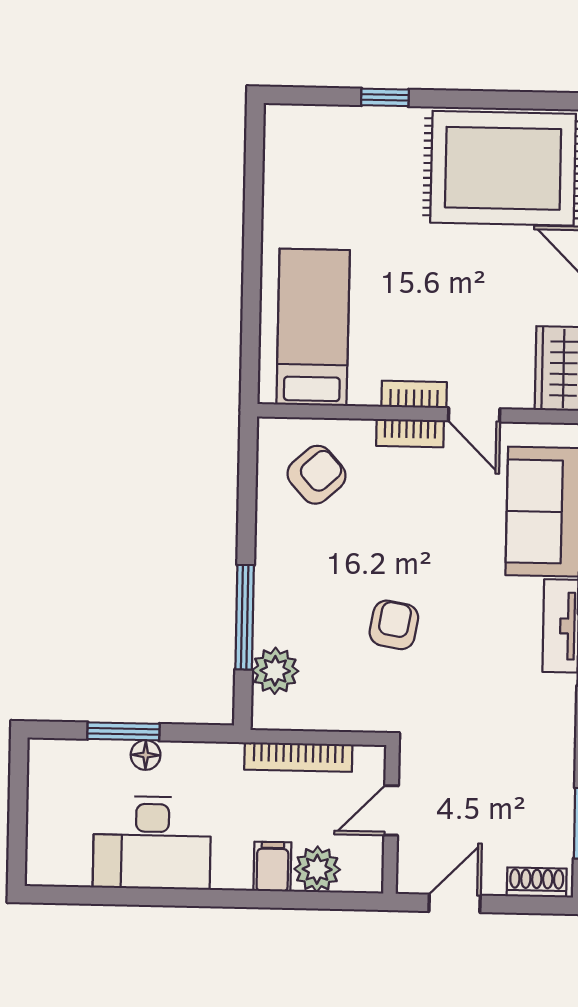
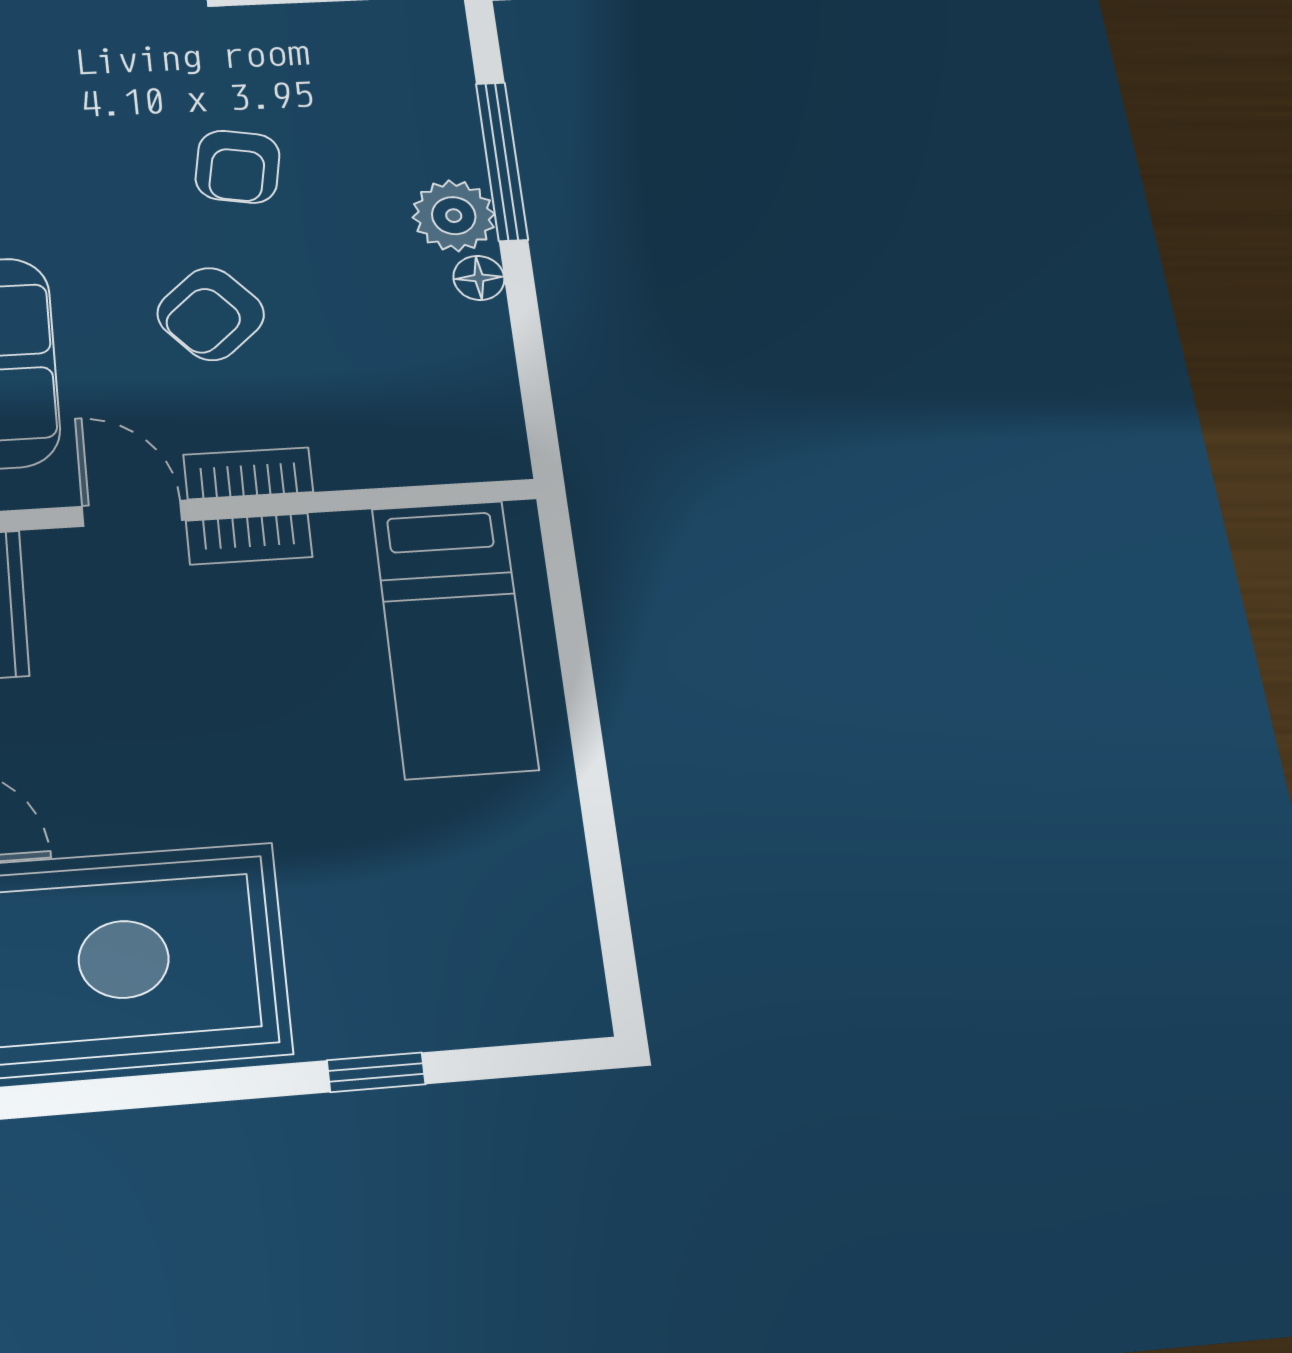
armchair: (316, 475) -> (211, 314), moved
floor lamp: (269, 543) -> (479, 278), added
plant: (275, 671) -> (454, 216), moved

